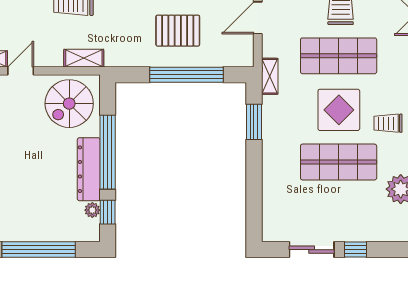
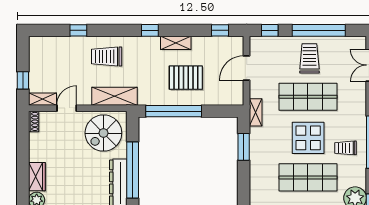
shelving: (84, 58) -> (115, 96), width x1.50, depth x1.33
window: (186, 75) -> (174, 111), moved

